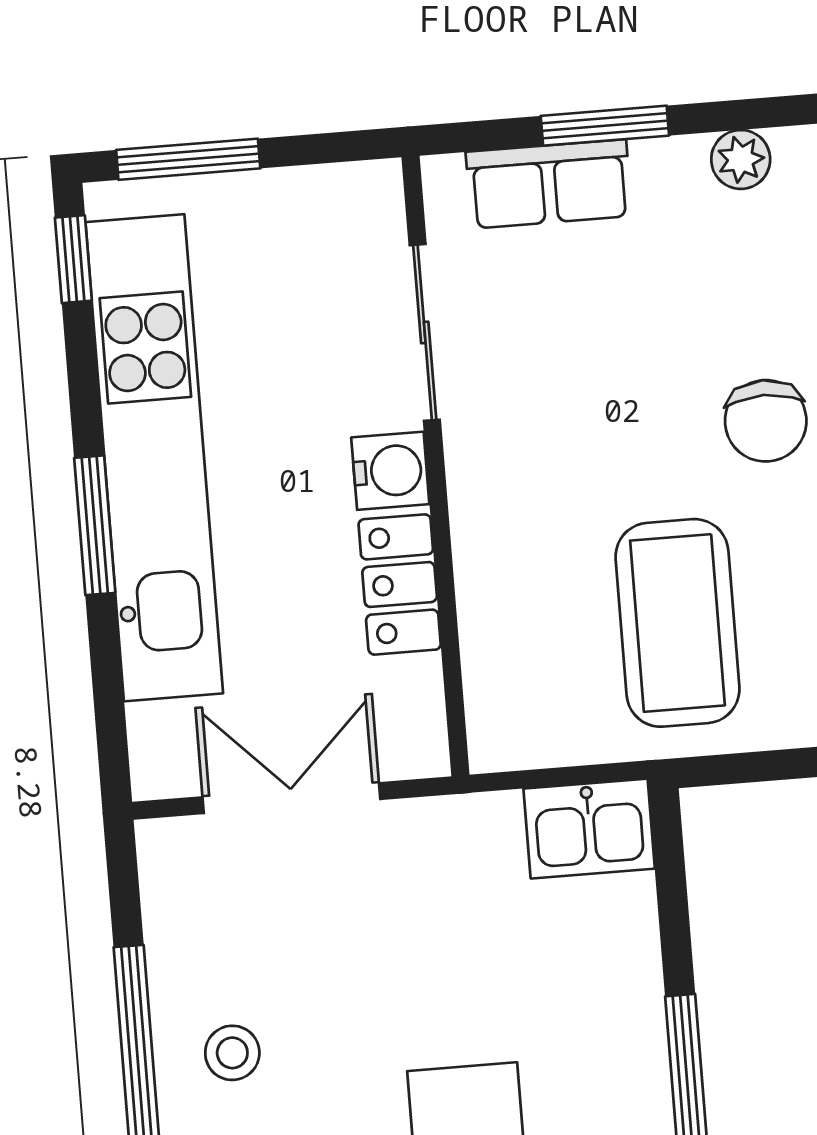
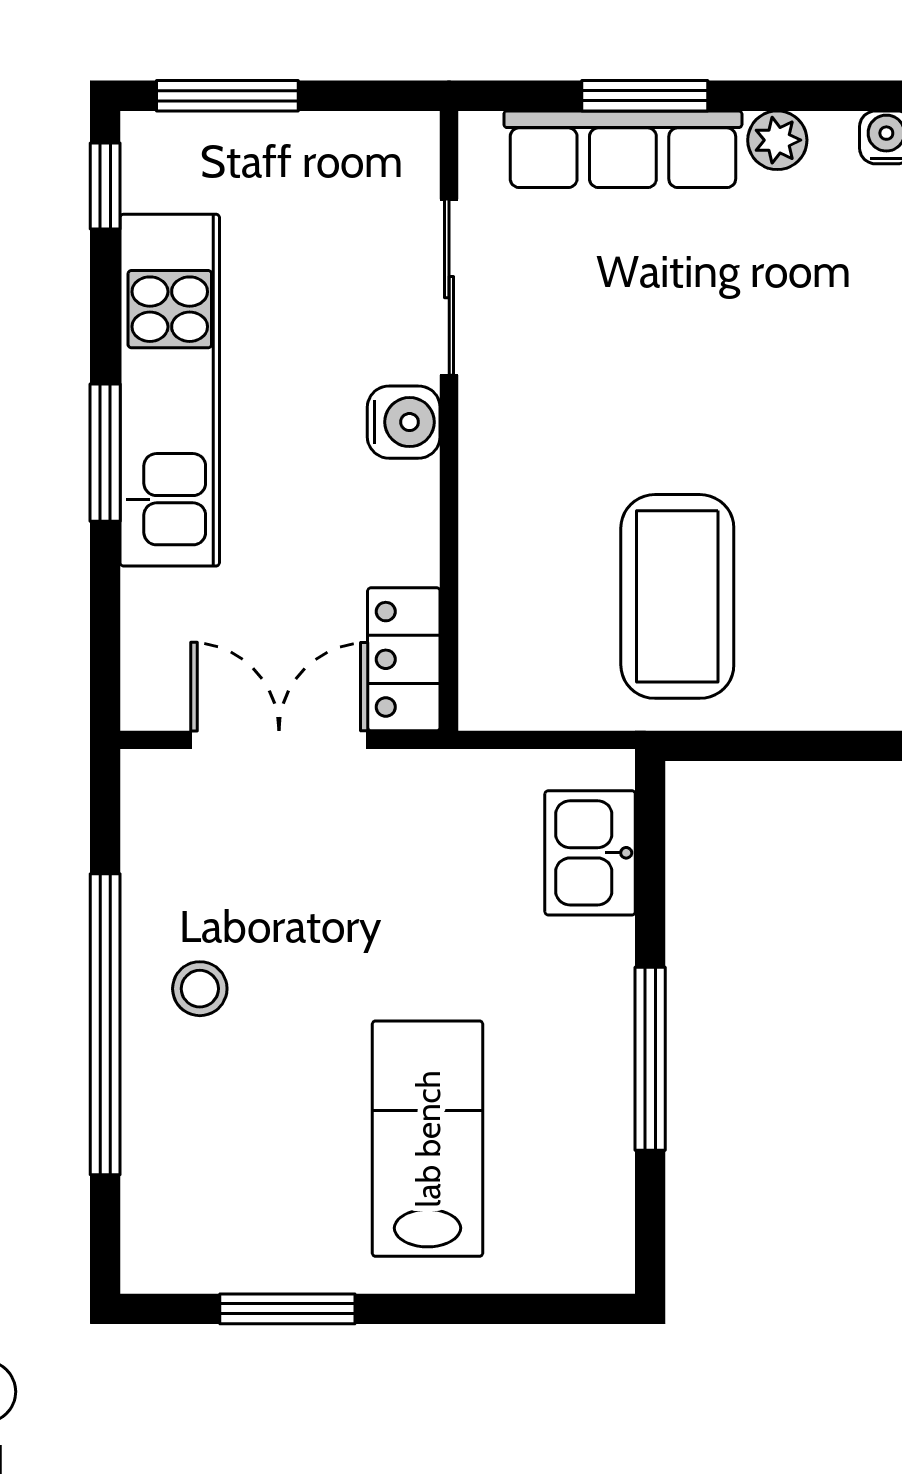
row of seats: (549, 184) -> (623, 149), width x1.48
chair: (766, 421) -> (781, 402), removed
kitchen unit: (154, 458) -> (170, 390), width x0.73
locker: (400, 584) -> (404, 659), moved
kitchen sink: (589, 829) -> (590, 853), moved, turned 90

